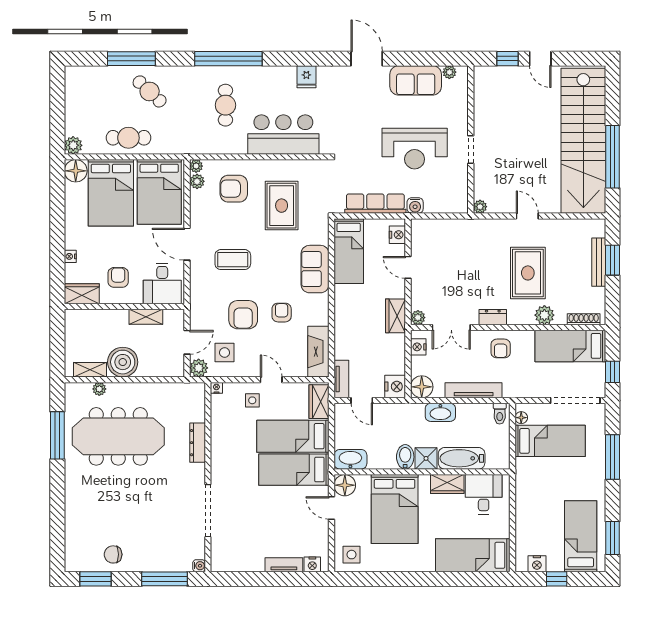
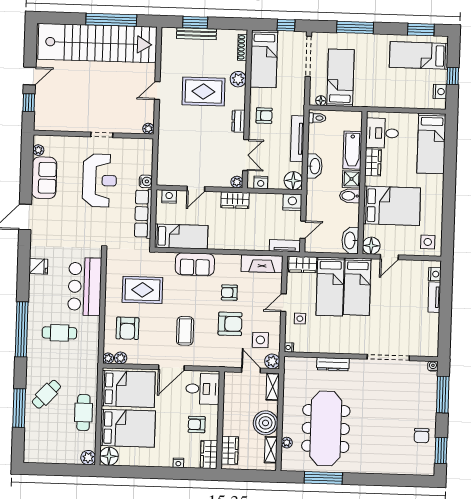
shelving: (146, 317) -> (273, 387), moved
wardrobe: (87, 319) -> (230, 450), added

